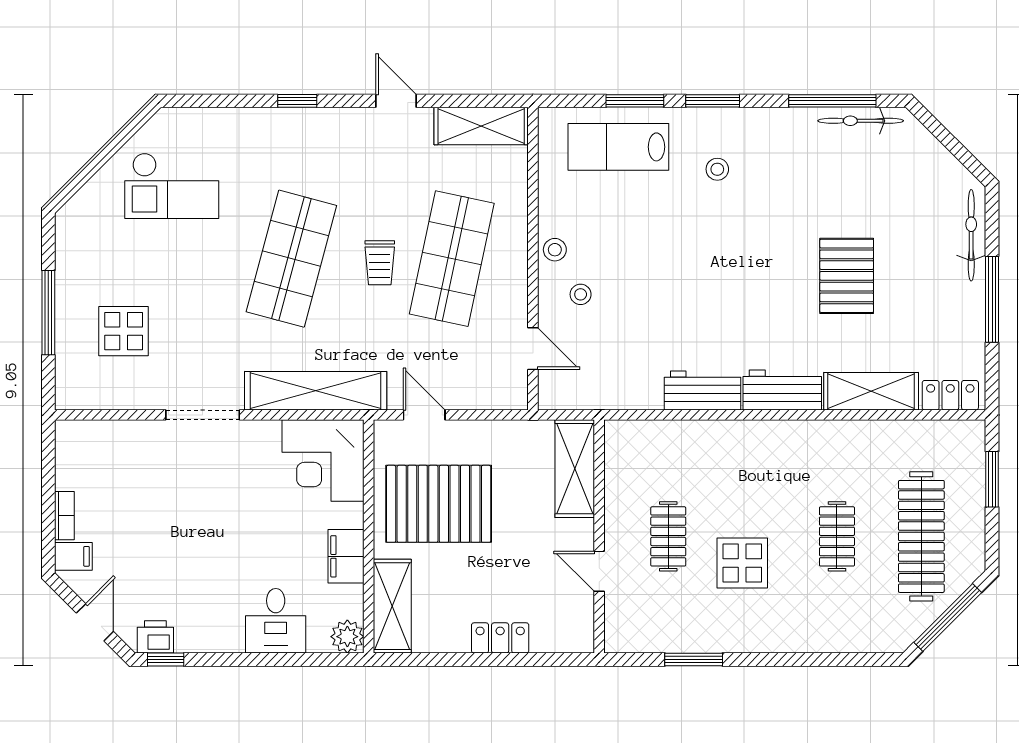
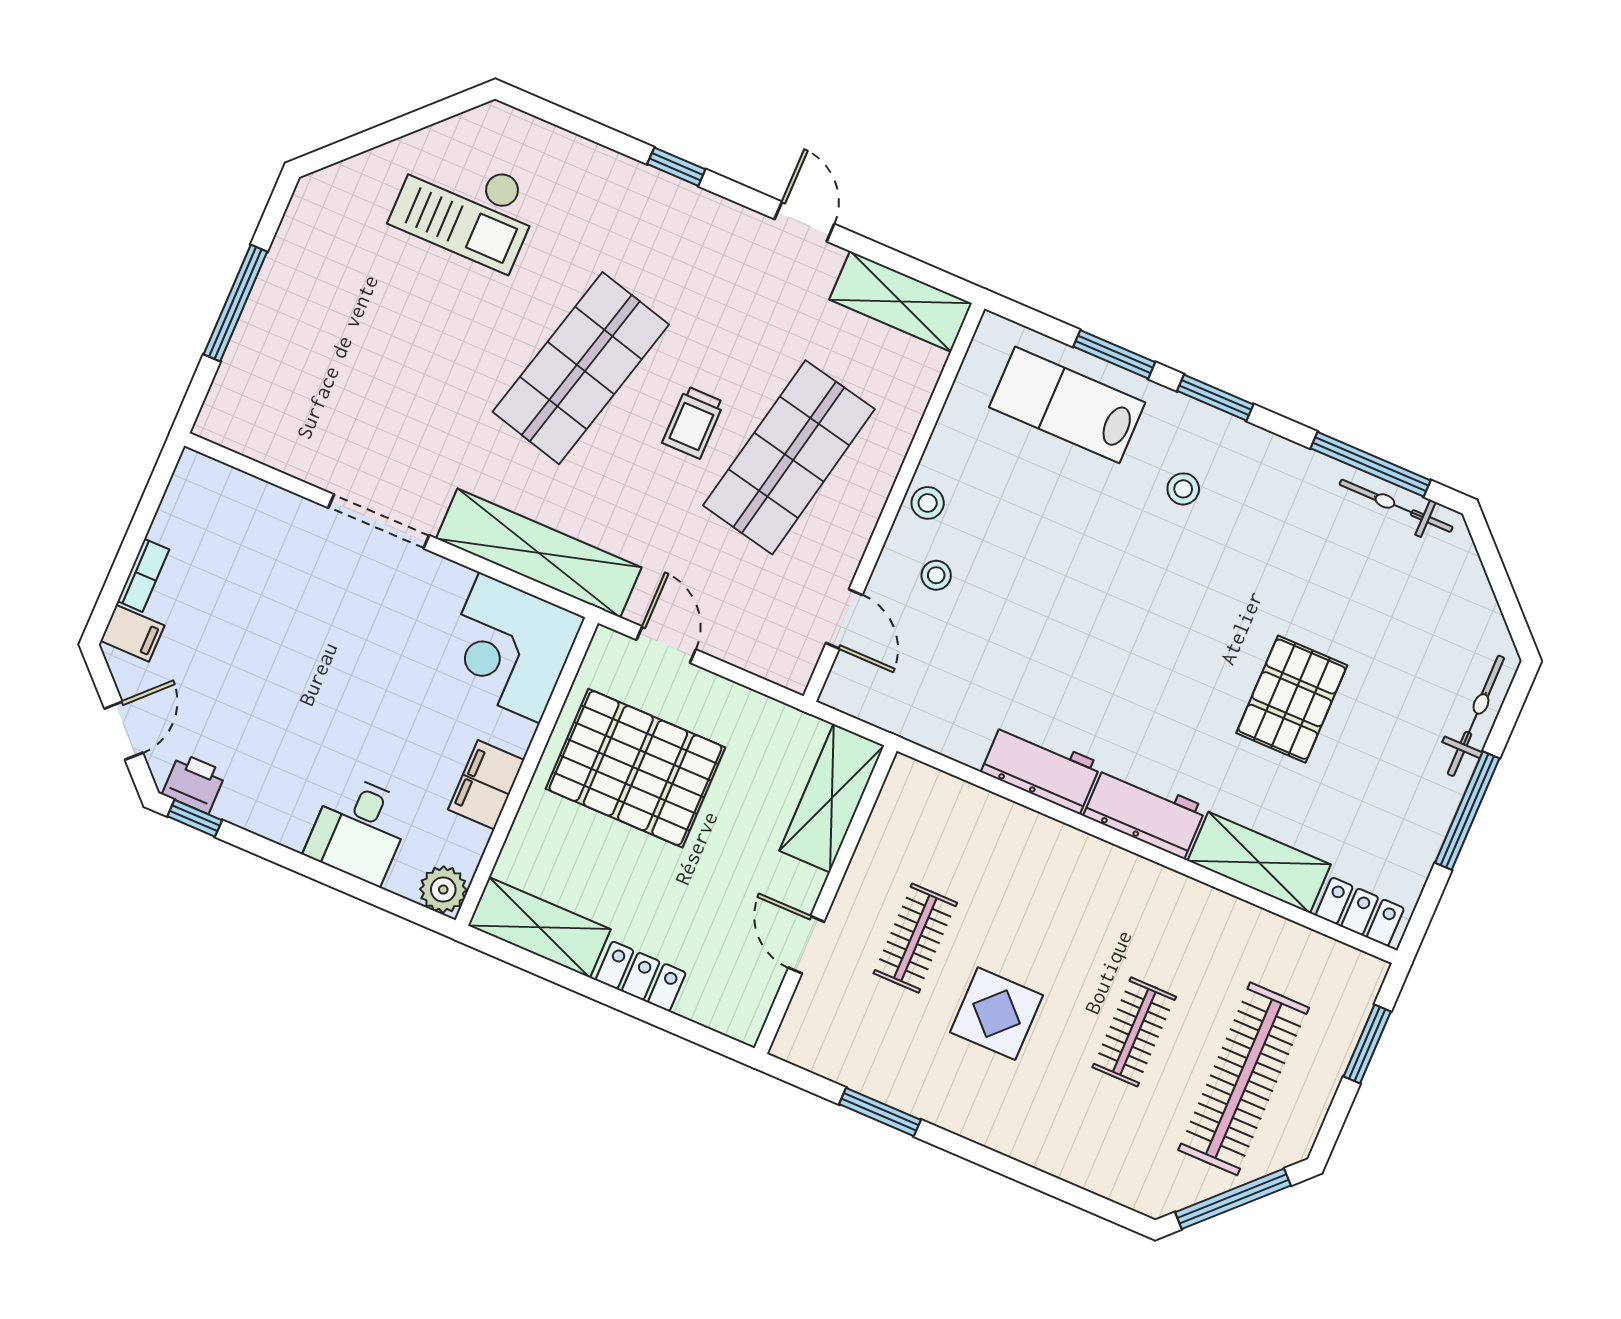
display table: (124, 331) -> (323, 369), removed
shelving: (392, 606) -> (539, 927), moved, turned 90

